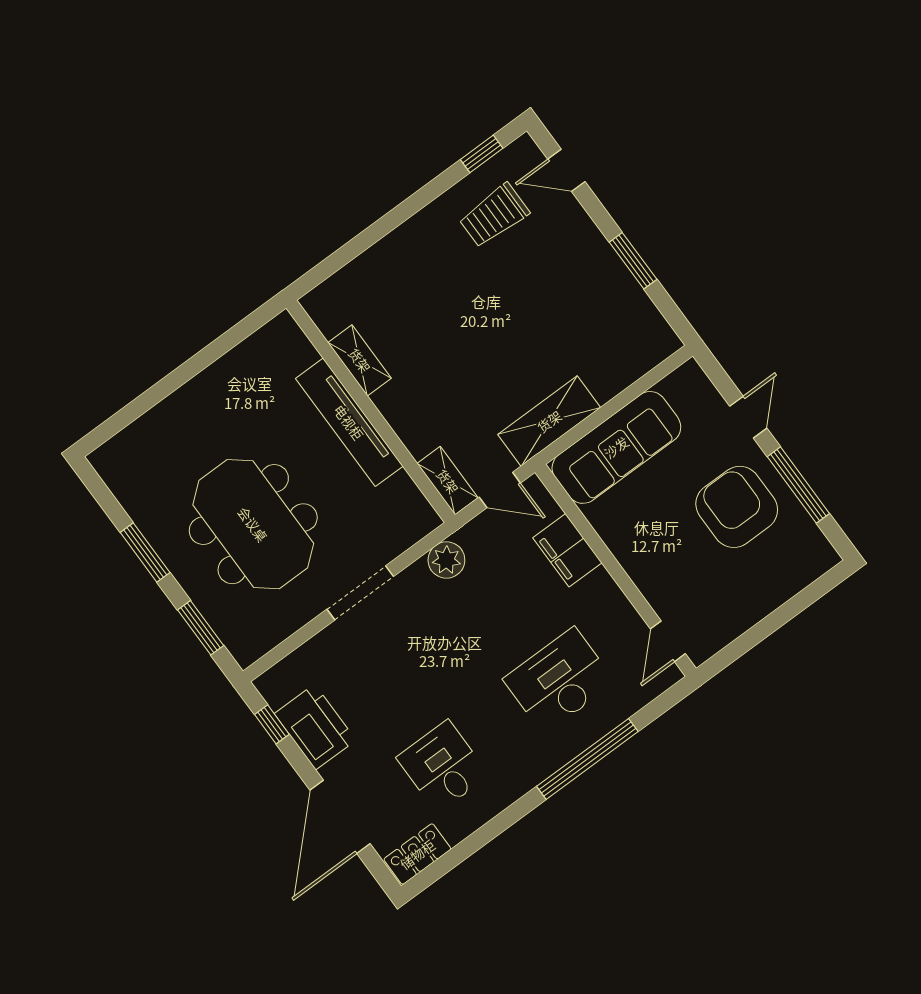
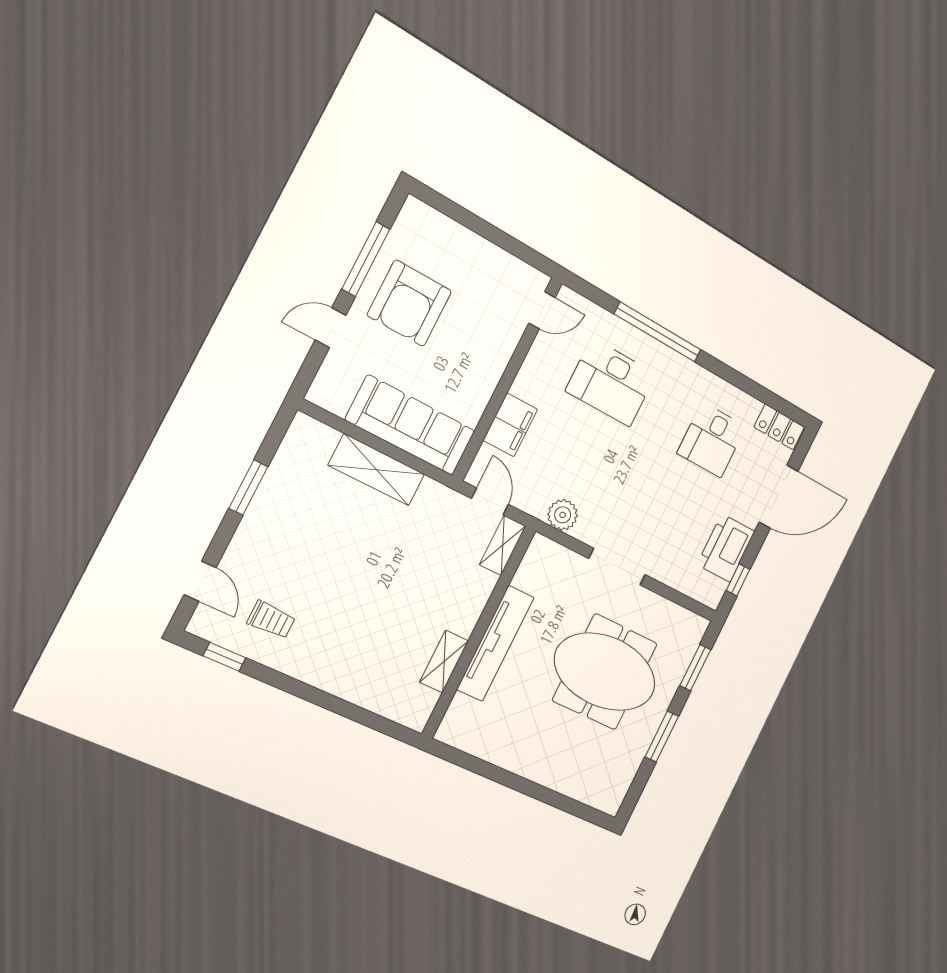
trolley: (494, 215) -> (271, 620), width x0.73, depth x0.72
shelving: (549, 421) -> (377, 470), moved
meeting table: (253, 524) -> (605, 672), turned 90

